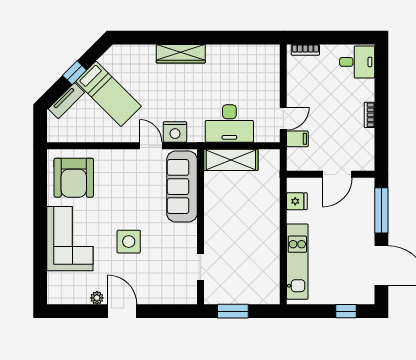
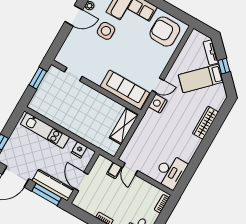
wardrobe: (181, 54) -> (205, 123), moved
desk: (229, 123) -> (170, 172), moved, turned 180
kitchen counter: (364, 209) -> (53, 185), added
side table: (129, 242) -> (106, 31), moved

